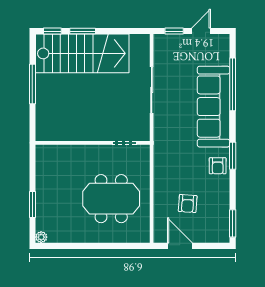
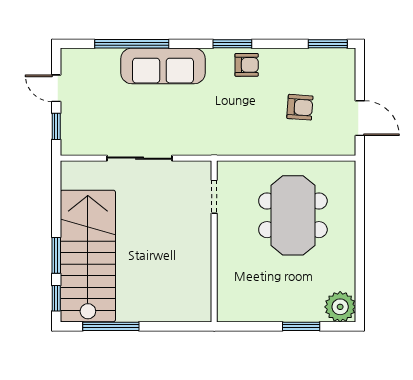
window: (32, 84) -> (111, 326), moved
sofa: (214, 107) -> (163, 66), width x0.74, depth x0.79
plant: (41, 237) -> (340, 307), width x1.87, depth x1.87
door: (180, 246) -> (360, 118), swing flipped

